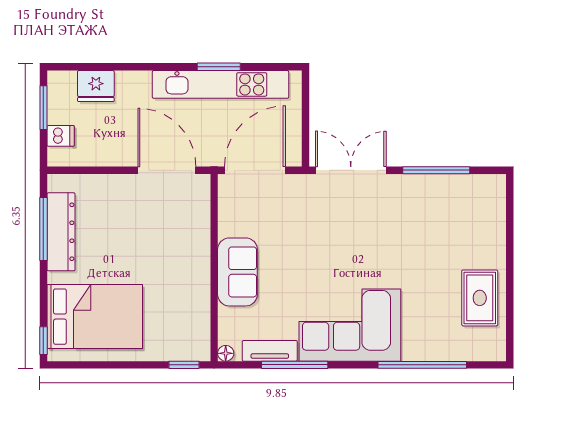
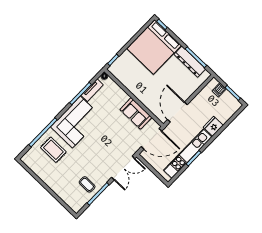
fridge: (96, 86) -> (213, 126), moved
door: (167, 170) -> (177, 112), swing flipped
door: (255, 170) -> (151, 139), hinge flipped
coffee table: (438, 205) -> (87, 184), added
sofa: (237, 272) -> (136, 113), moved
rug: (480, 298) -> (53, 150), moved
bed: (95, 317) -> (154, 47), width x1.36

